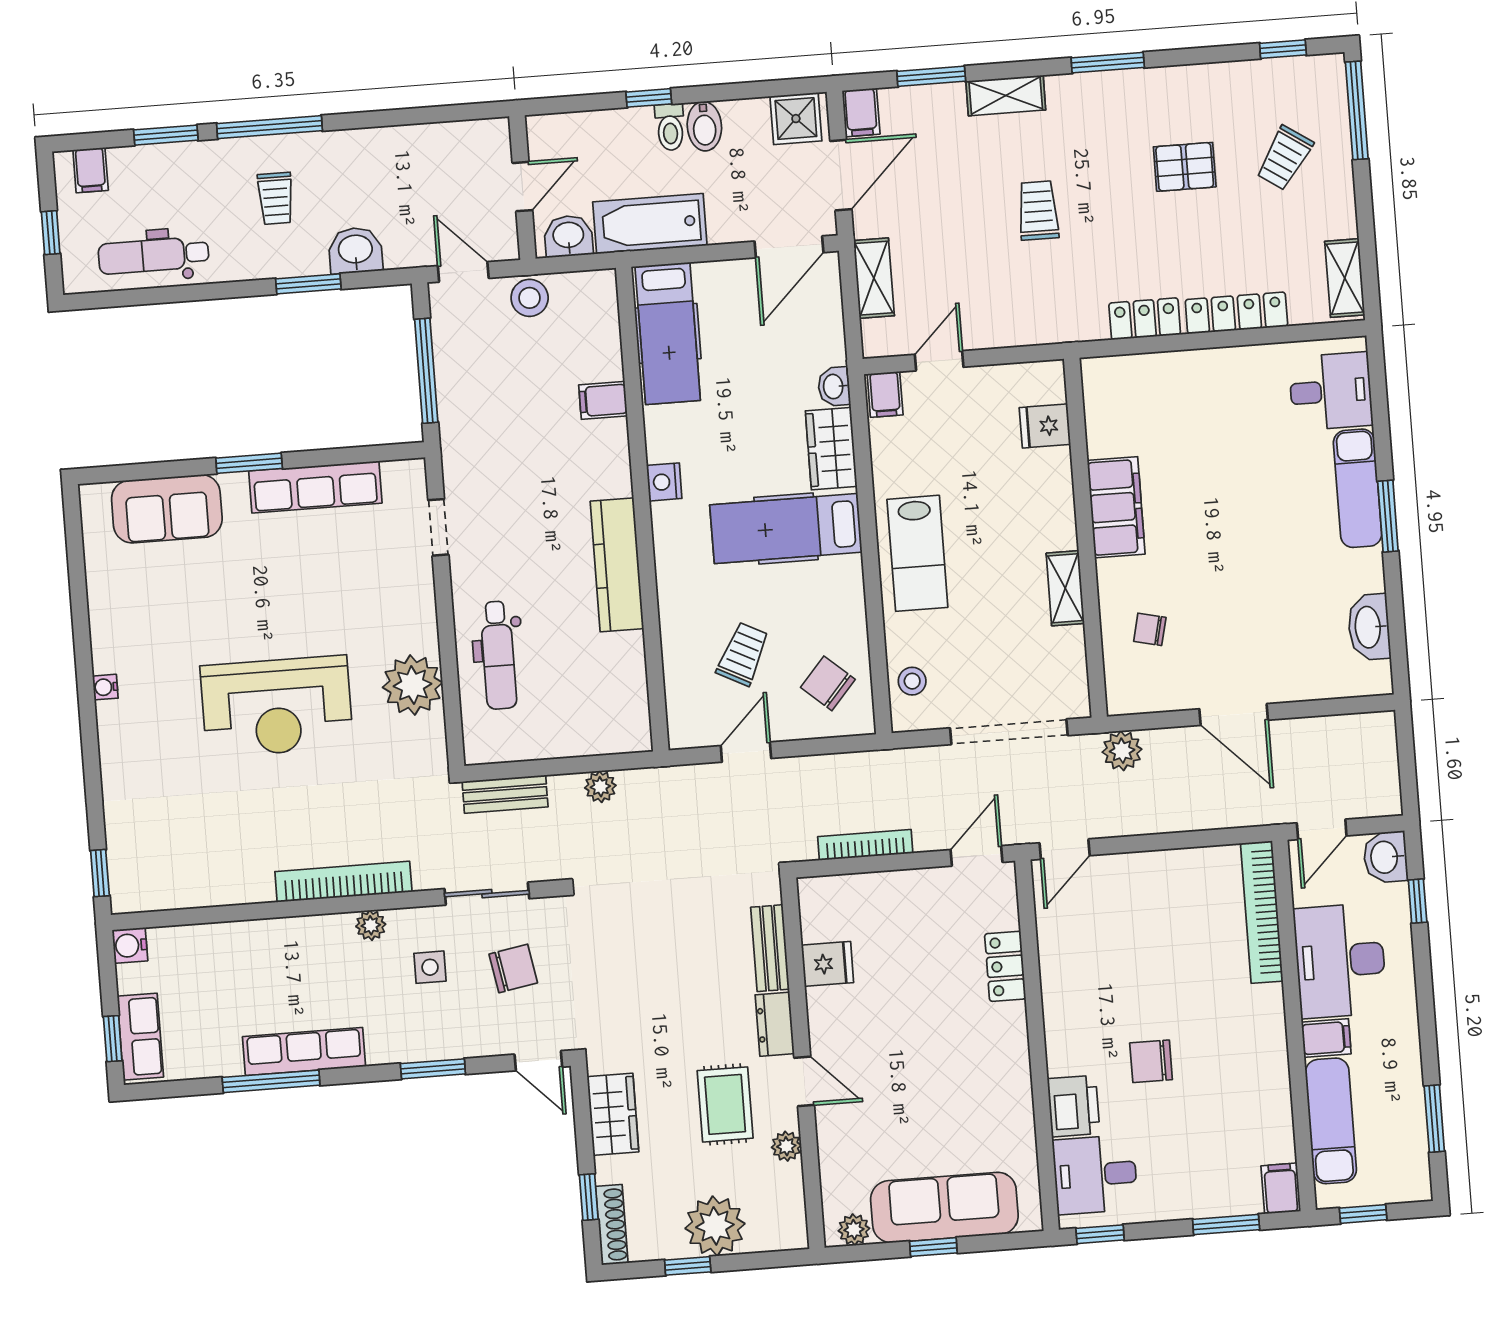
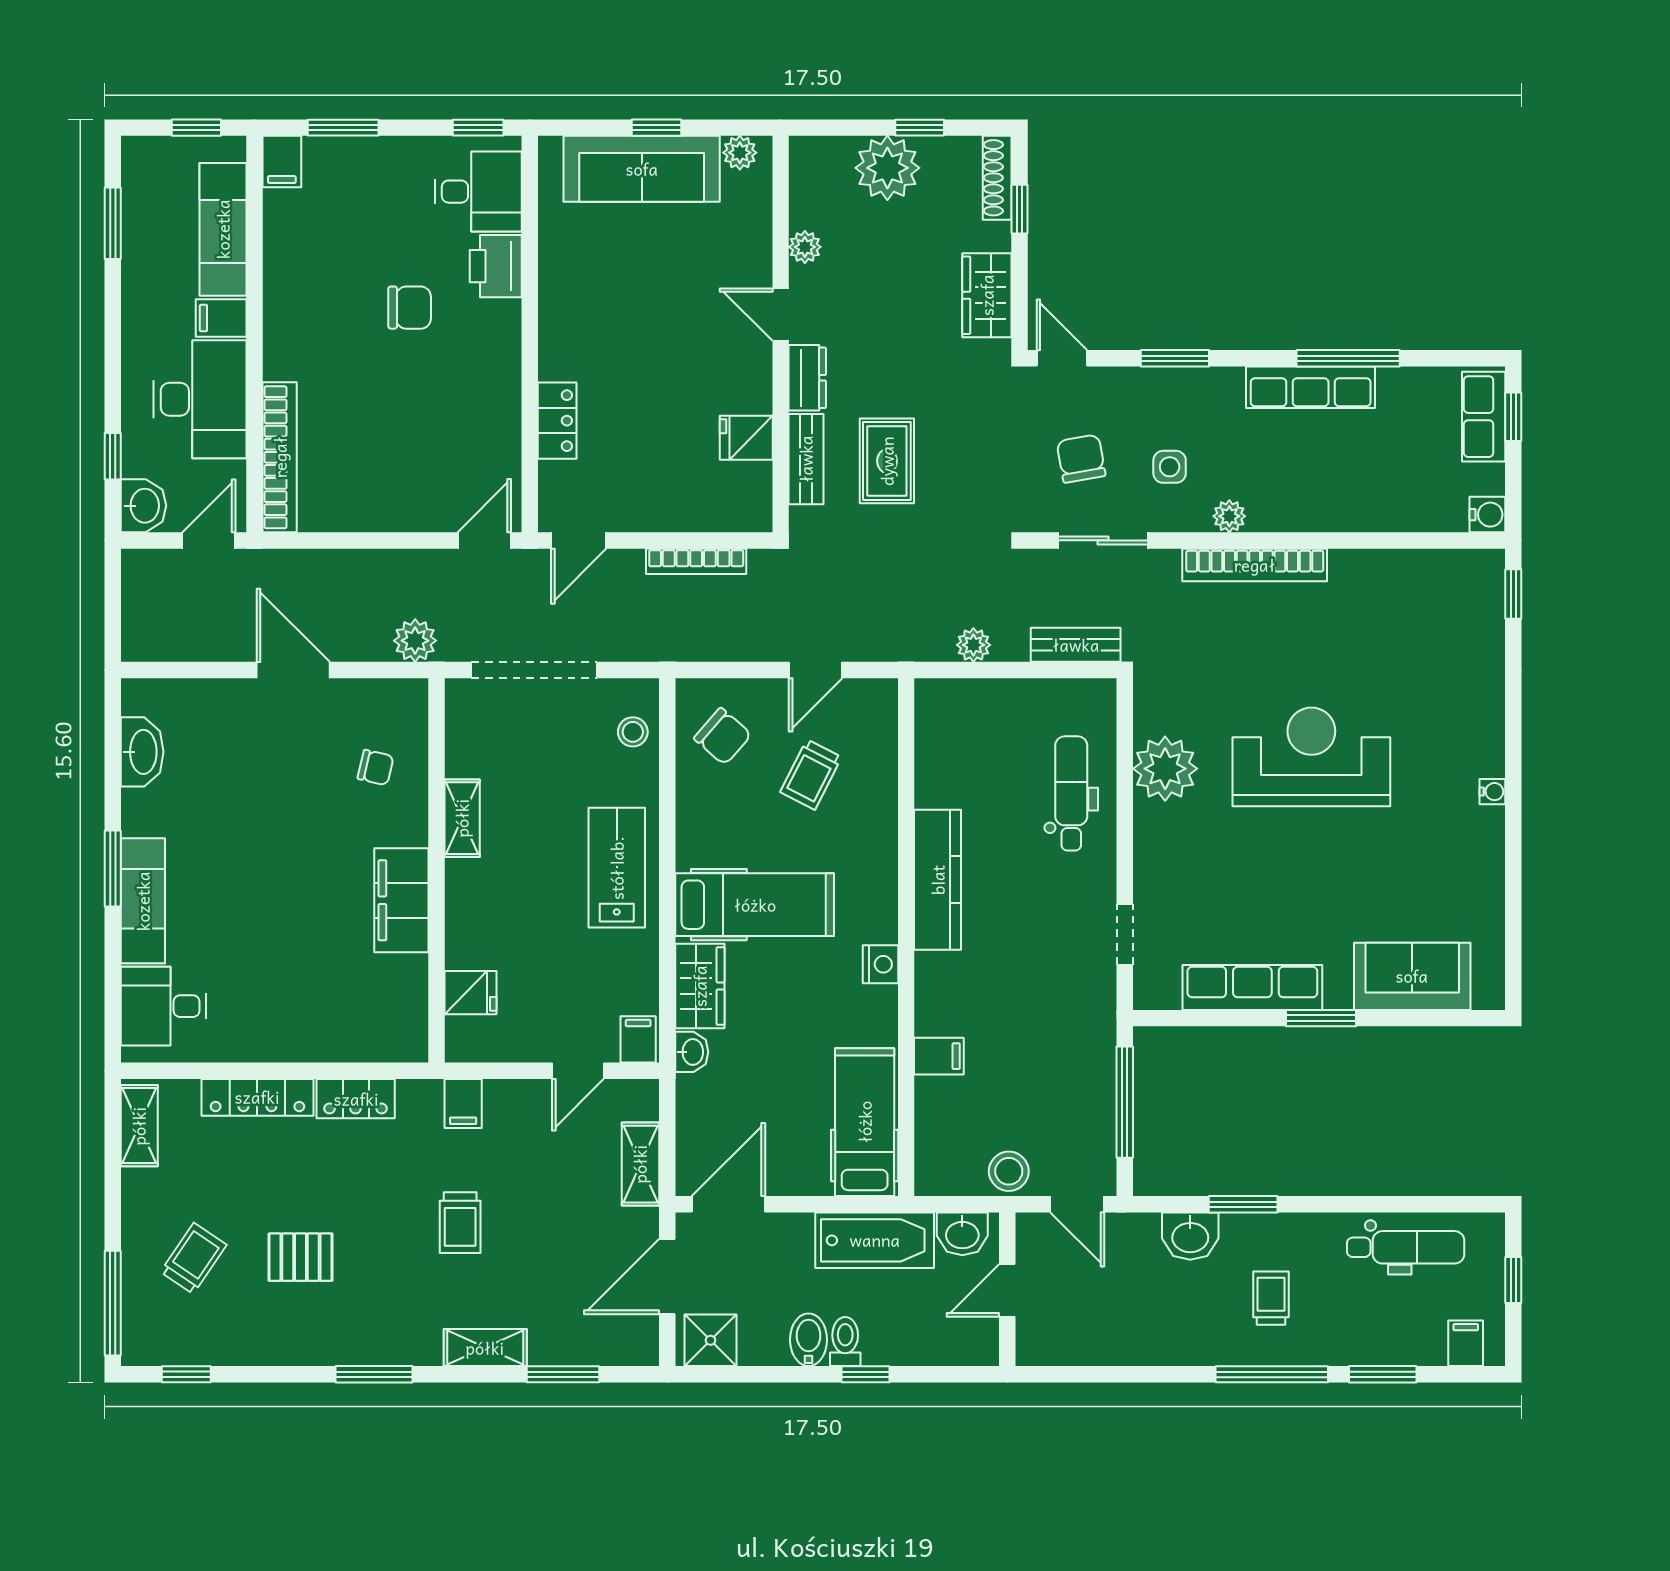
filing cabinet: (861, 112) -> (463, 1104), moved, turned 180
chair: (513, 968) -> (1081, 459), turned 90
rug: (725, 1104) -> (887, 461), moved

